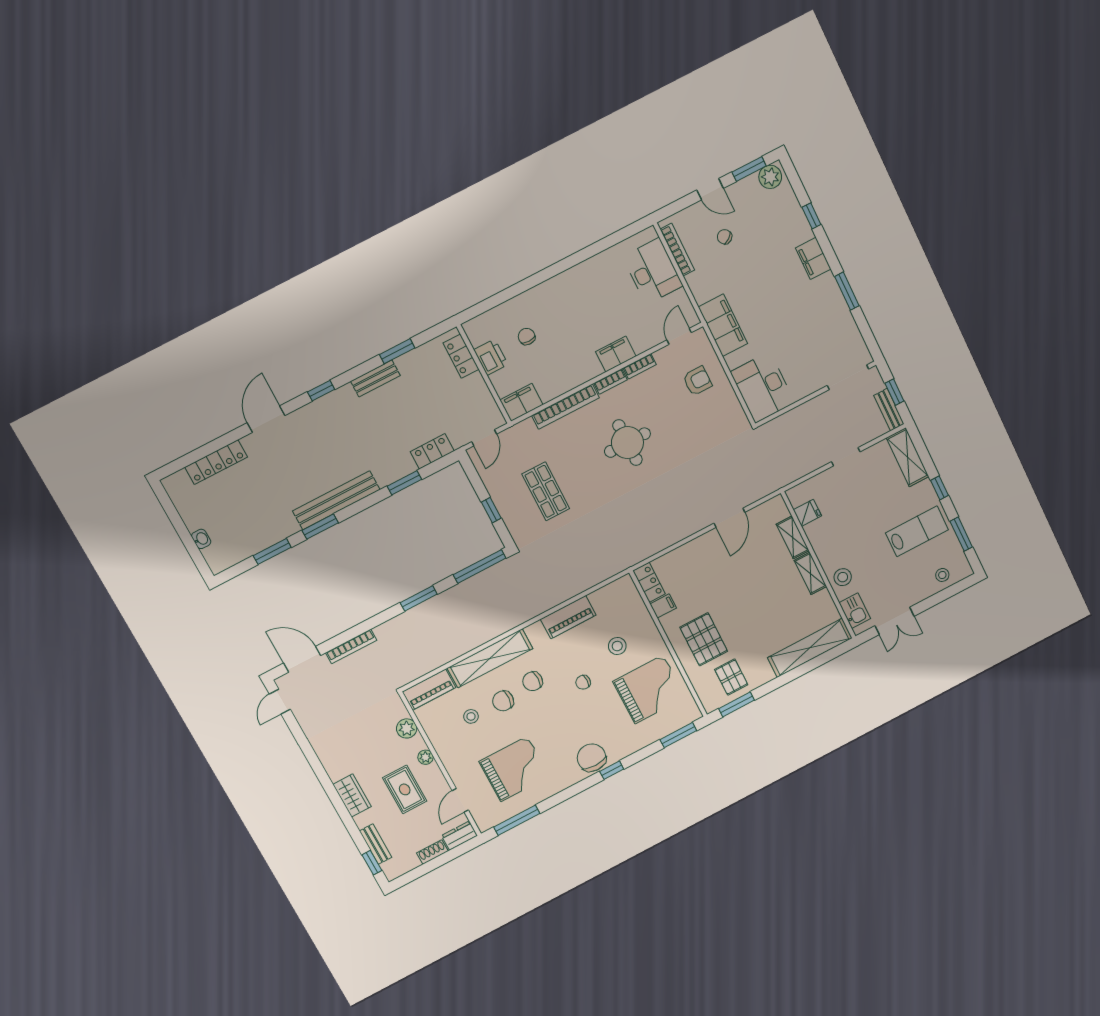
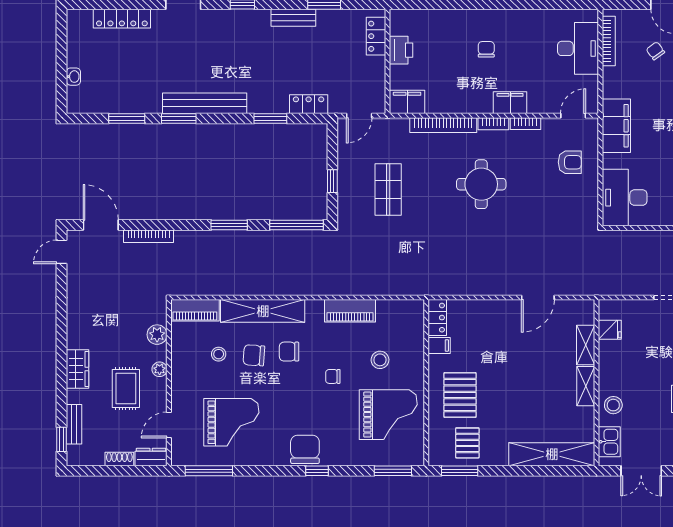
chair: (527, 337) -> (486, 49), moved

